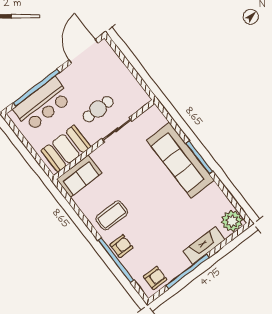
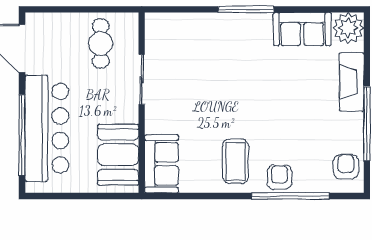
bar counter: (43, 104) -> (47, 128), width x1.36
cafe table: (98, 109) -> (101, 43), moved
sofa: (180, 160) -> (302, 29), moved, width x0.54, depth x0.79

